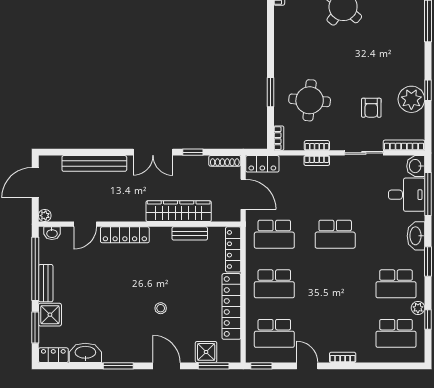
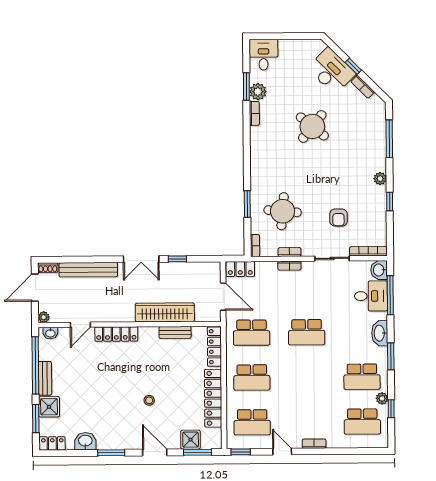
plant: (411, 99) -> (380, 179), moved, width x0.53, depth x0.53
shoe rack: (225, 161) -> (48, 268), moved, width x0.70
washbasin: (85, 353) -> (85, 441), width x0.72

